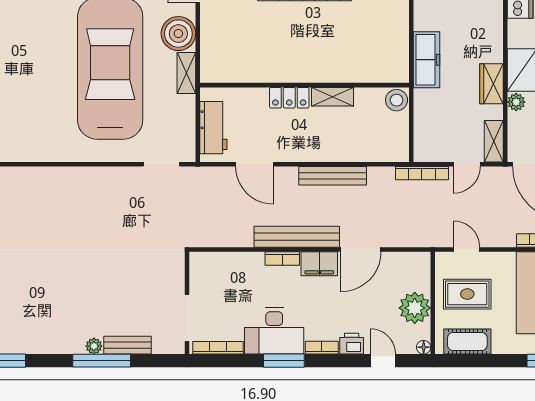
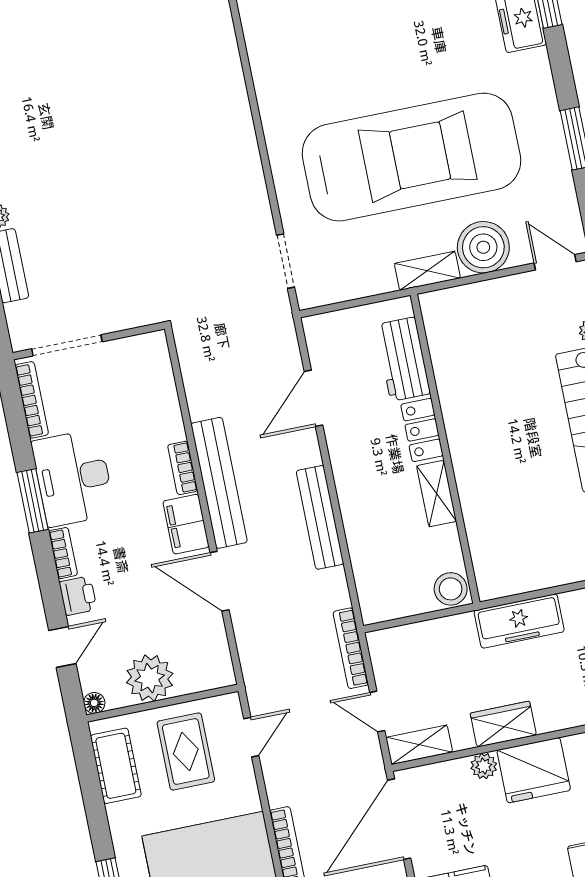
workbench: (213, 128) -> (403, 359), moved, turned 90

